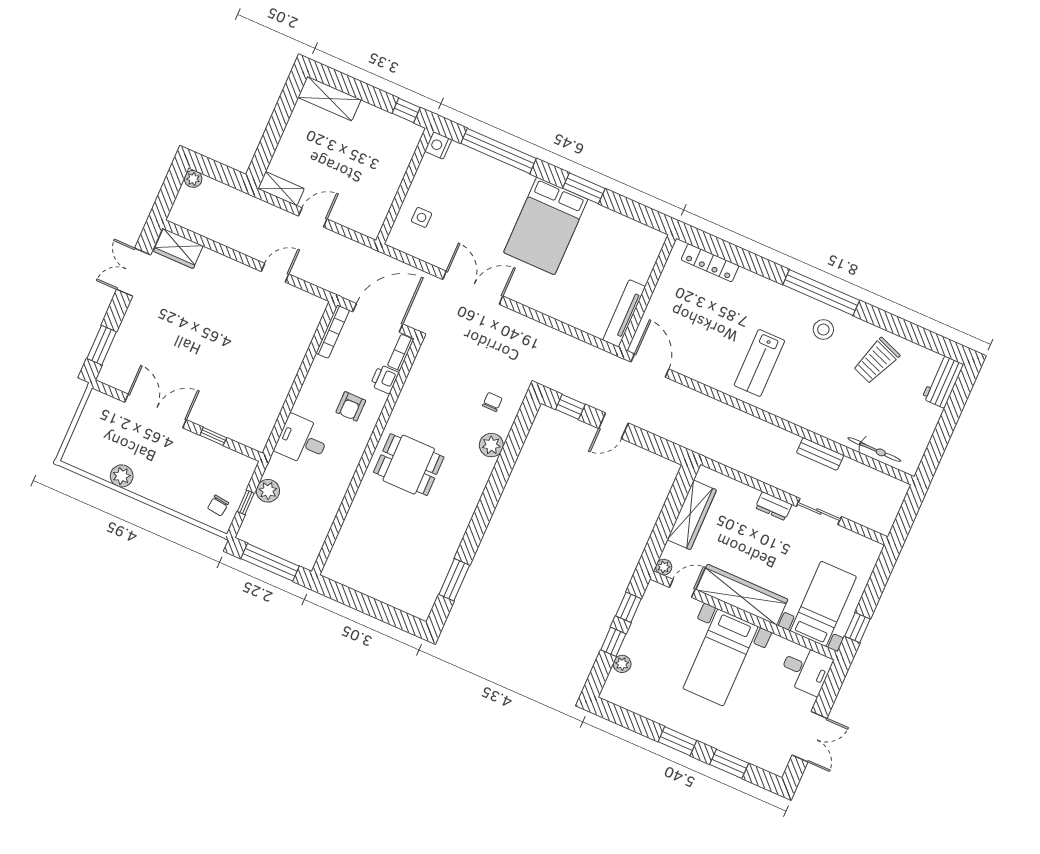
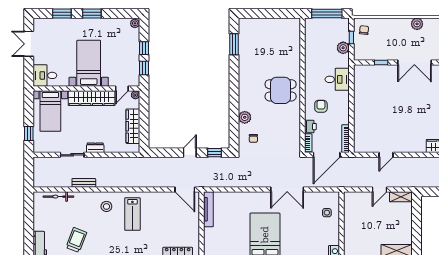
stool: (823, 330) -> (106, 206), moved
lab bench: (759, 363) -> (132, 214), turned 180
window: (857, 628) -> (29, 134), moved
plant: (622, 664) -> (135, 23), moved

